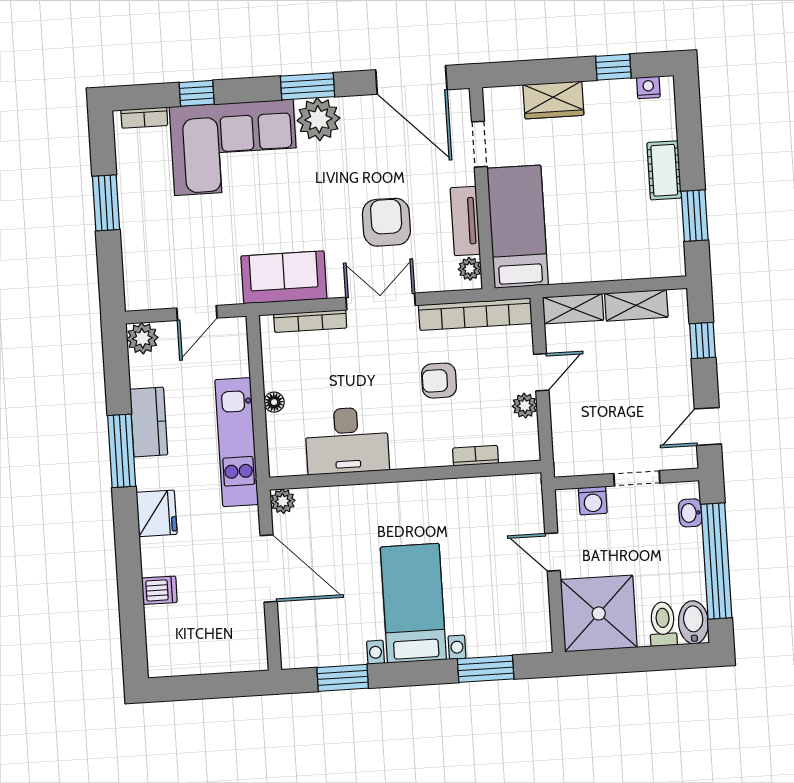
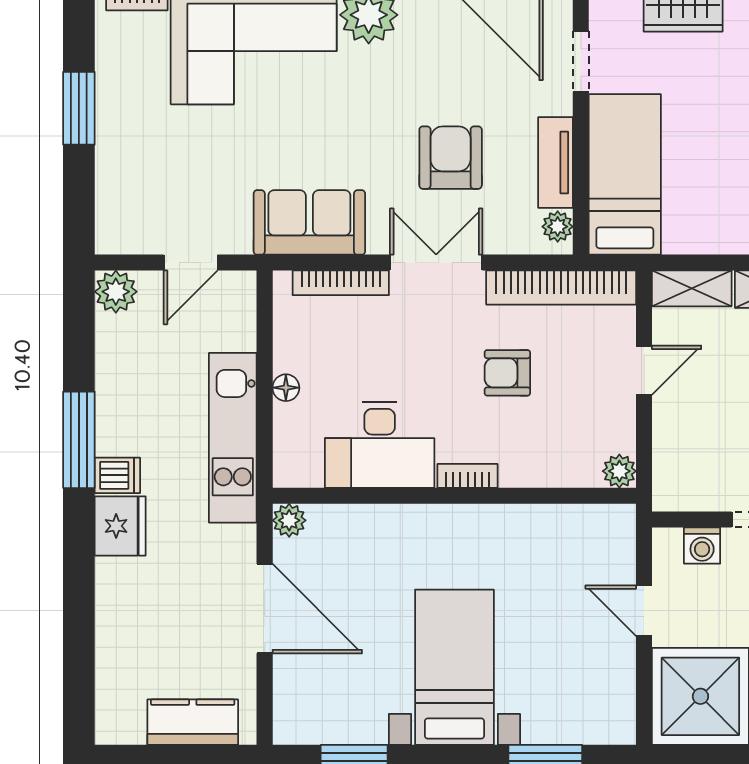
plant: (525, 406) -> (619, 471), moved
kitchen counter: (149, 422) -> (193, 722), moved, turned -90
bookcase: (476, 456) -> (468, 476), moved
dishwasher: (159, 590) -> (117, 475), moved

